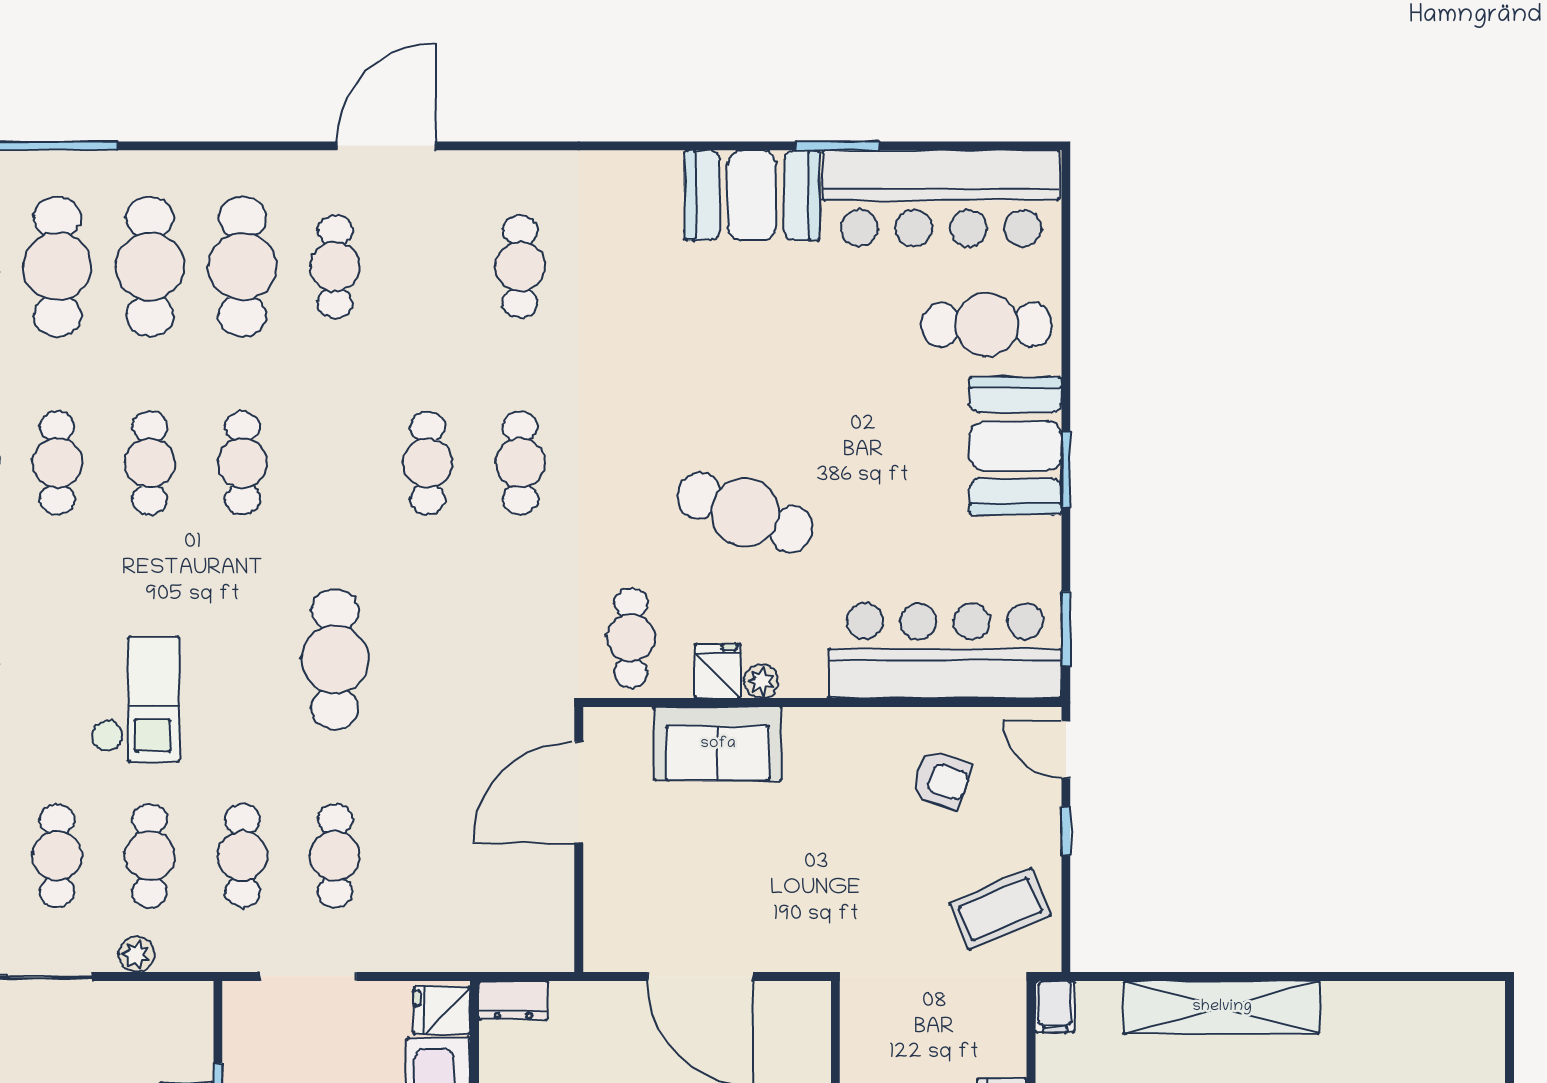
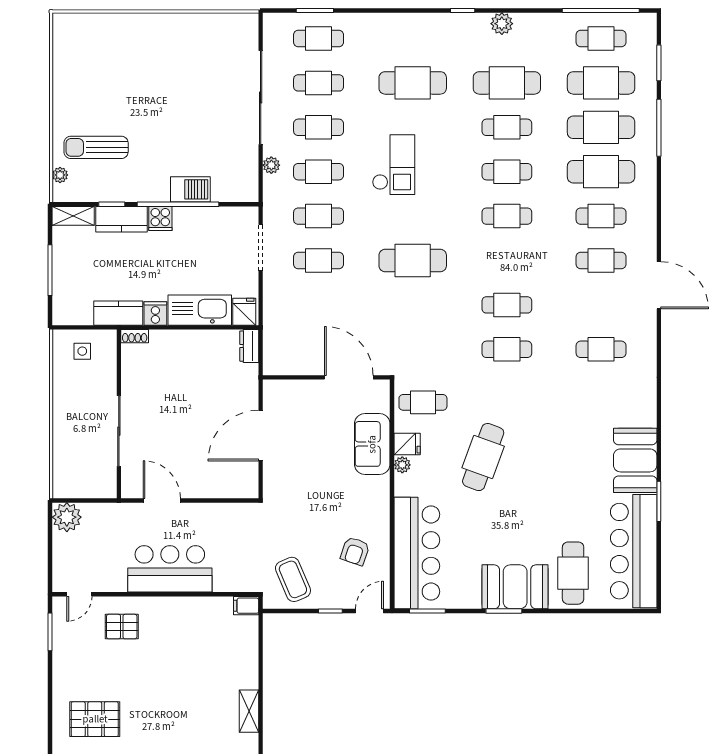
cafe table: (242, 267) -> (601, 216), width x0.73, depth x0.74
checkout: (135, 699) -> (394, 165), turned -90
shelving: (1222, 1007) -> (249, 711), width x0.45, depth x0.75

